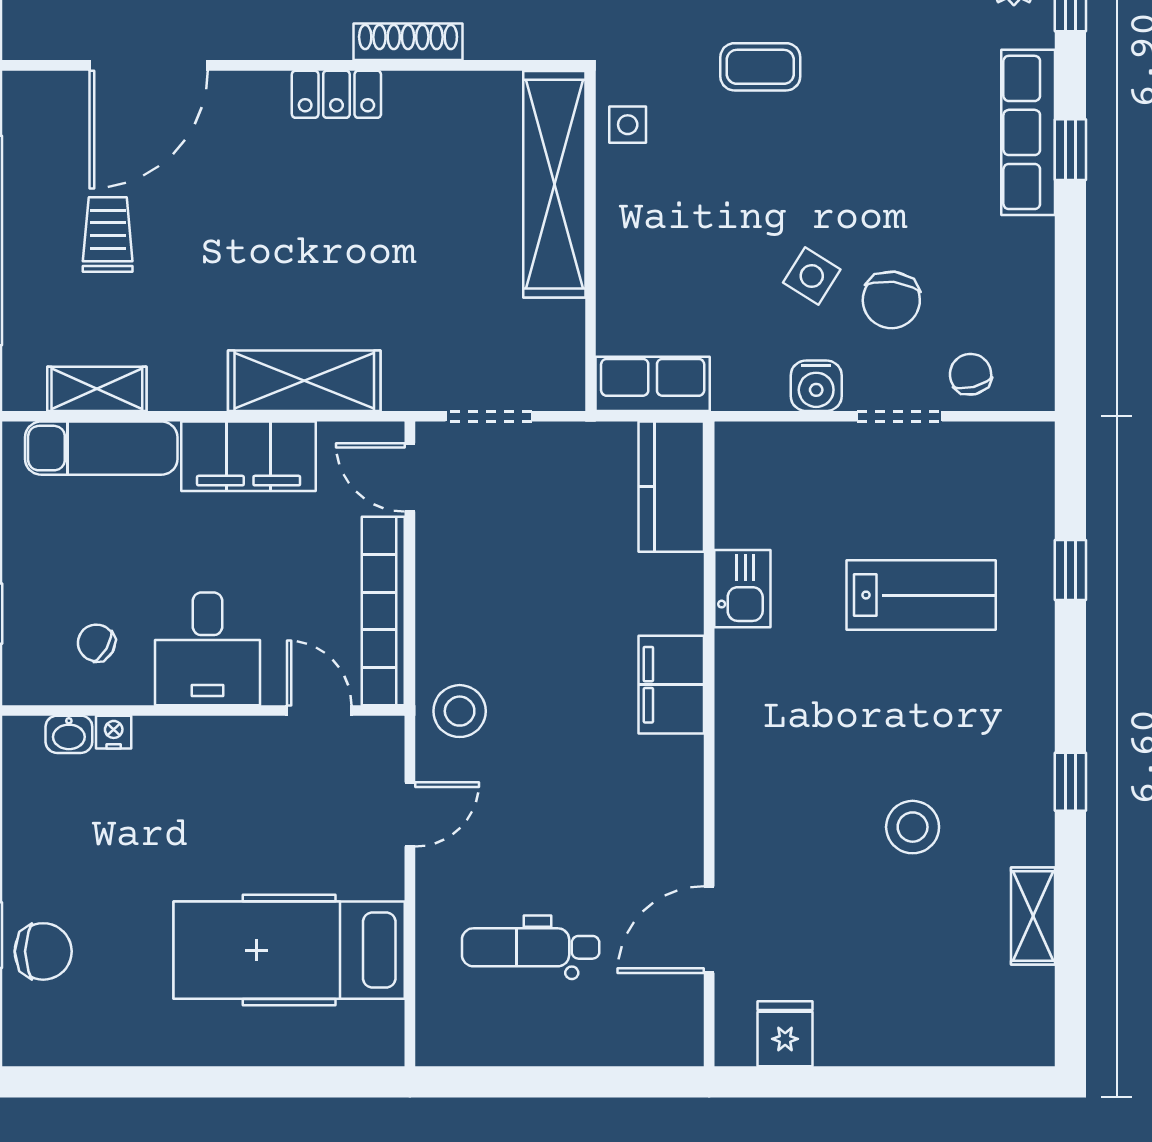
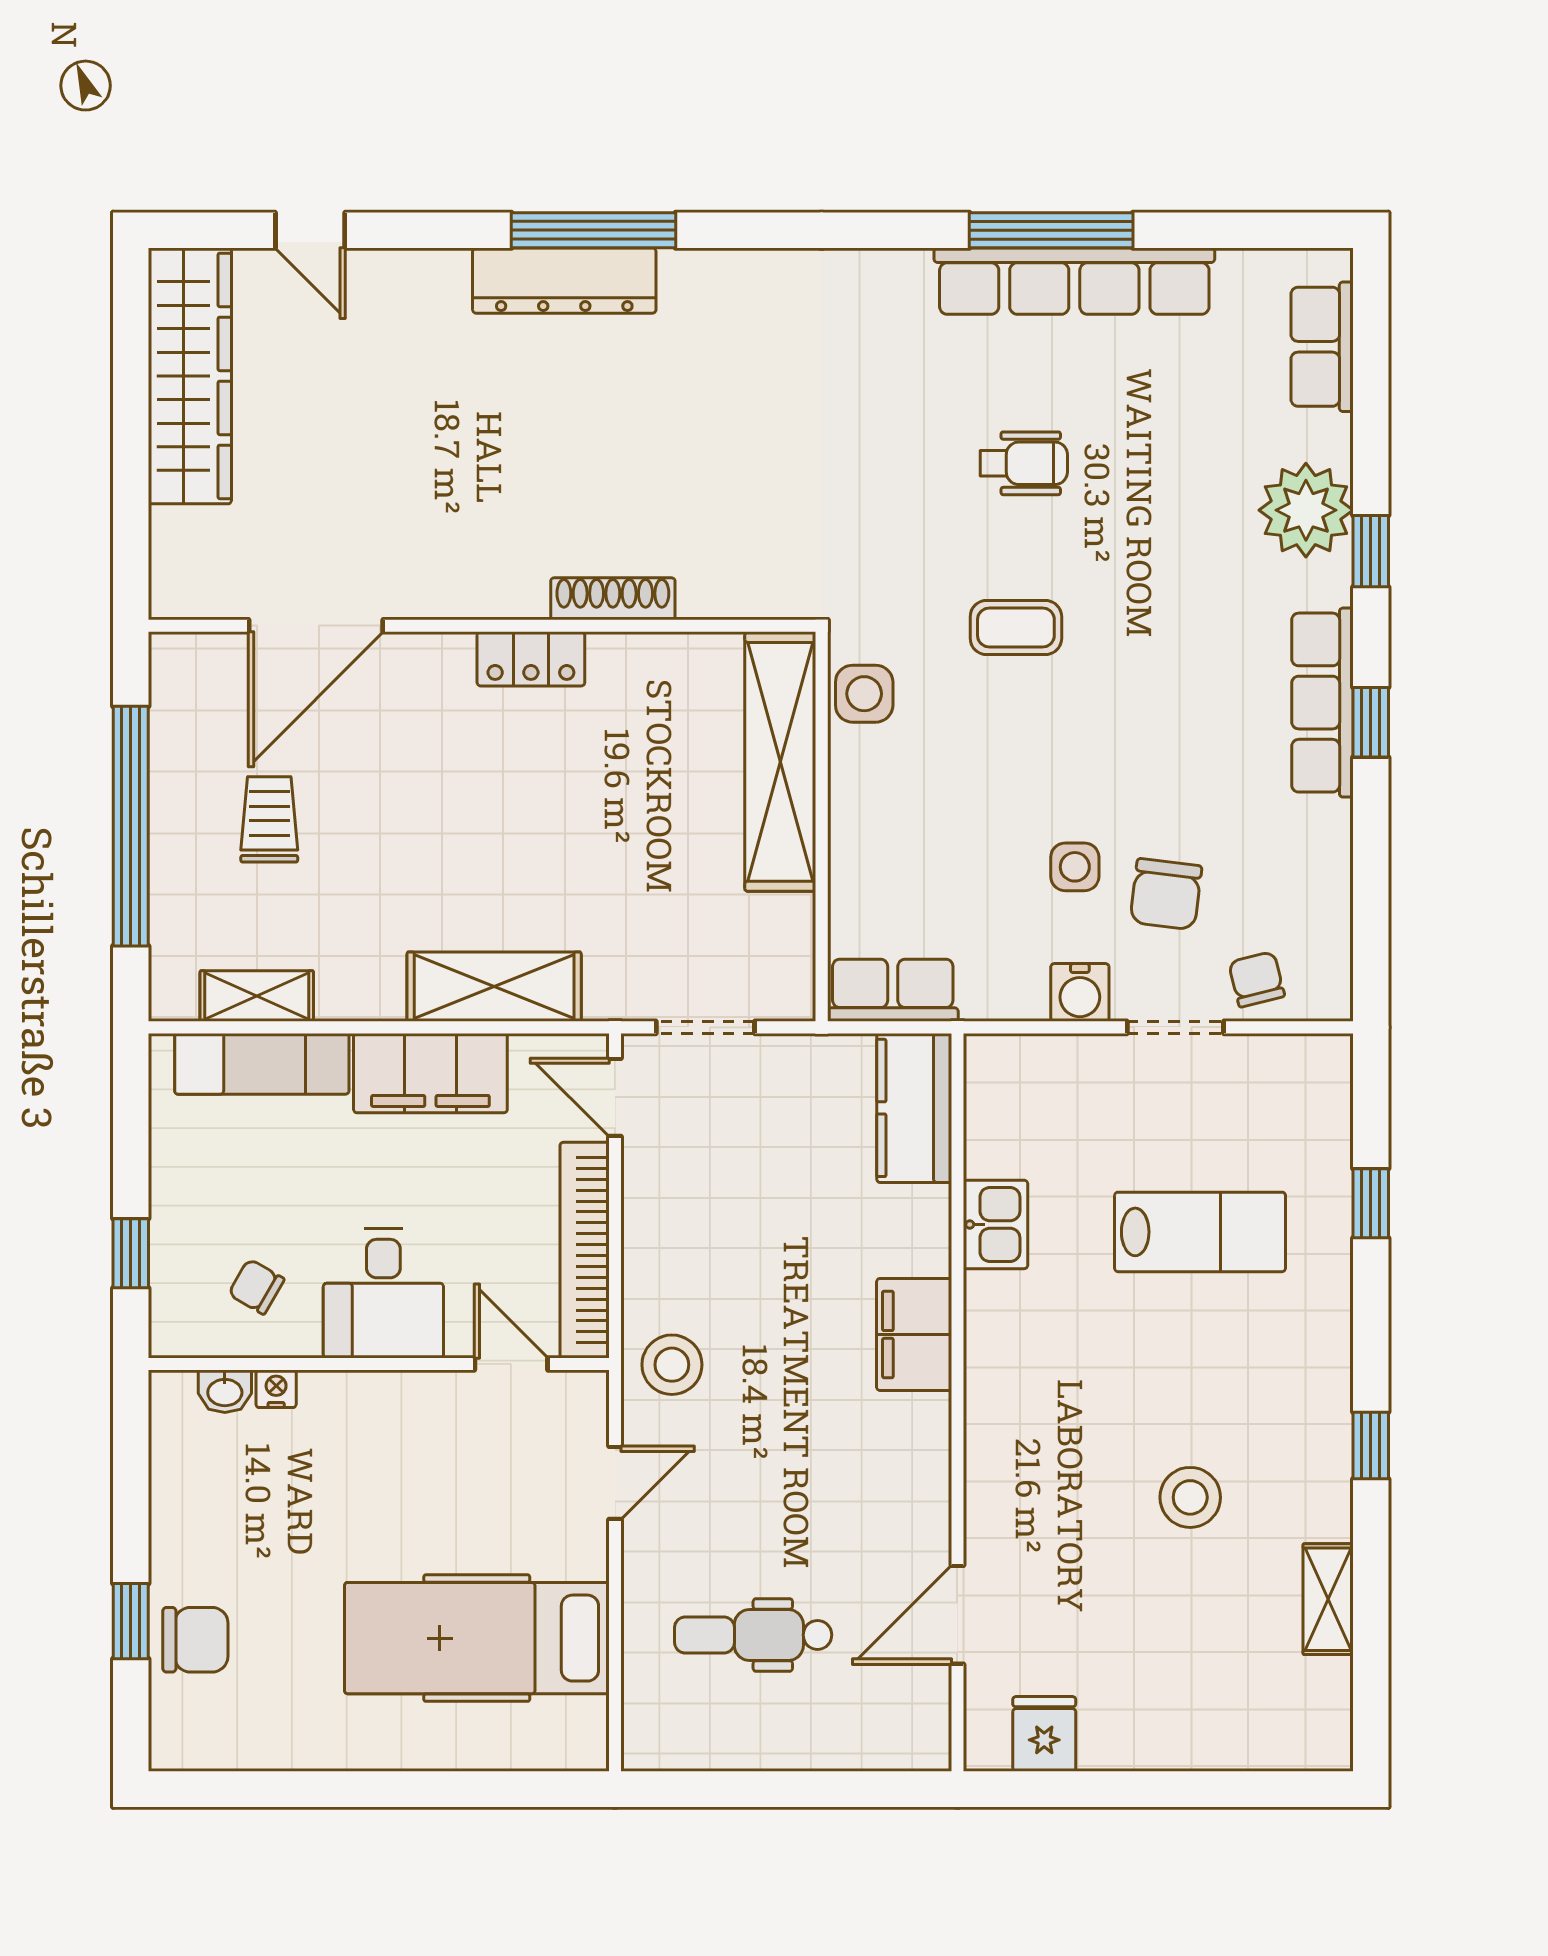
side table: (628, 125) -> (864, 694), width x1.37, depth x1.37
side table: (812, 276) -> (1075, 867), turned -32

